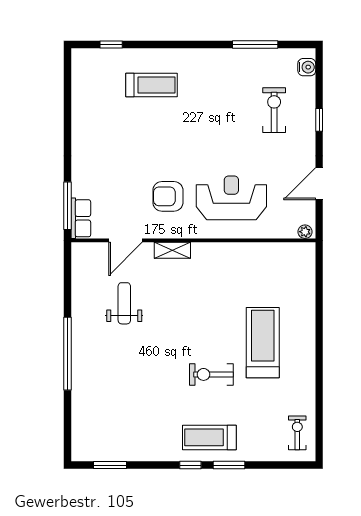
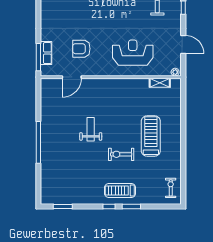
door: (319, 184) -> (183, 45), swing flipped
armchair: (168, 196) -> (81, 49), moved
row of seats: (81, 218) -> (46, 53), moved
shelving: (172, 250) -> (160, 83), moved
weight bench: (124, 303) -> (91, 129), moved

